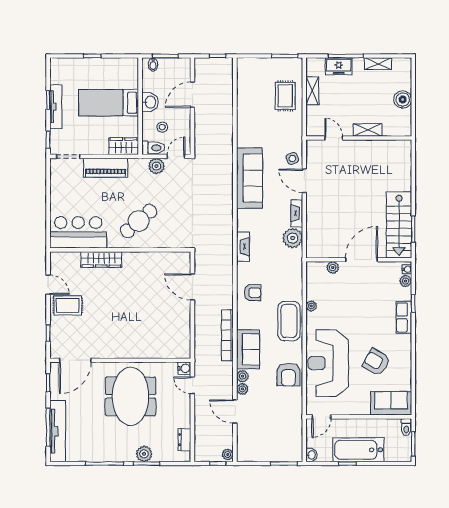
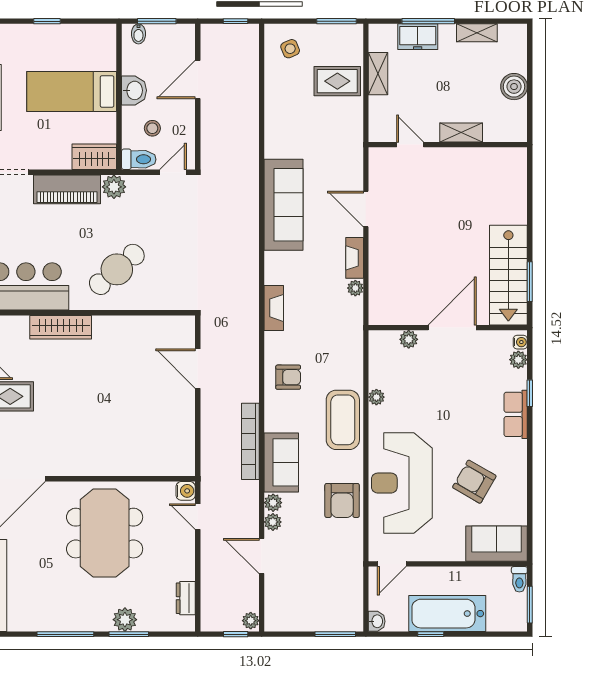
rug: (285, 96) -> (337, 81), turned 90
side table: (292, 159) -> (290, 49), moved
plant: (156, 166) -> (114, 187), moved
plant: (293, 238) -> (355, 288), width x0.53, depth x0.53

